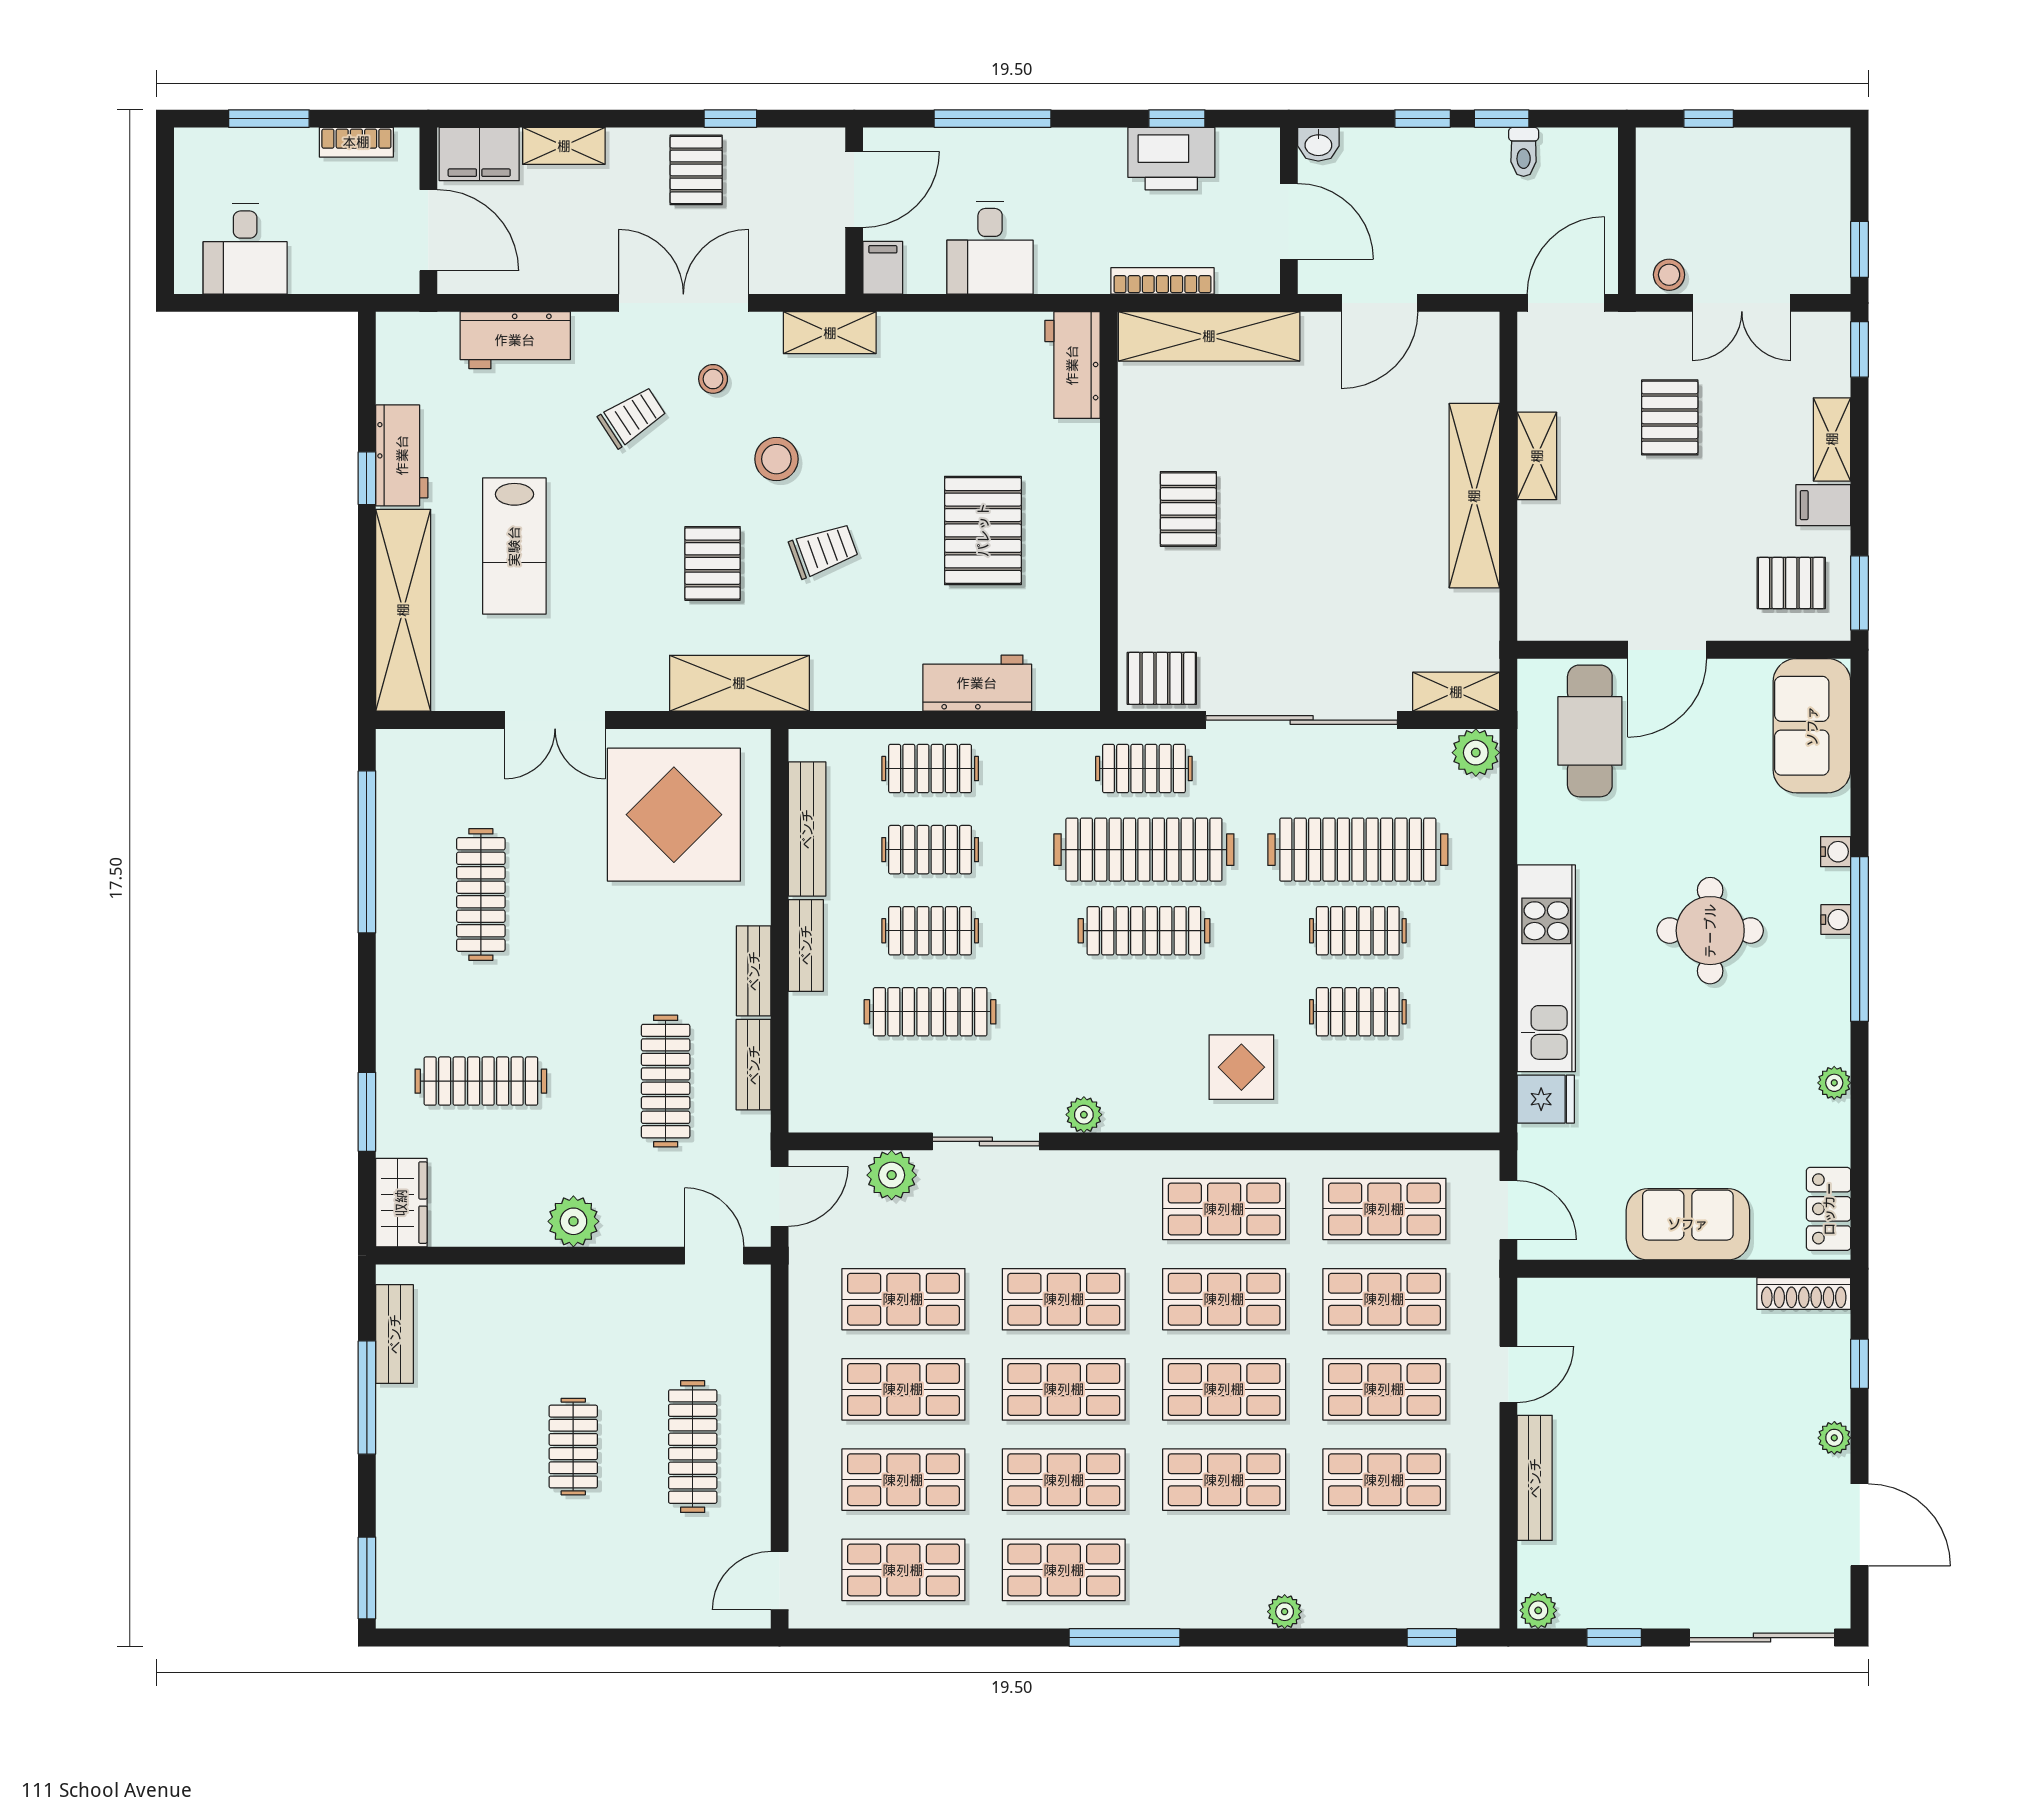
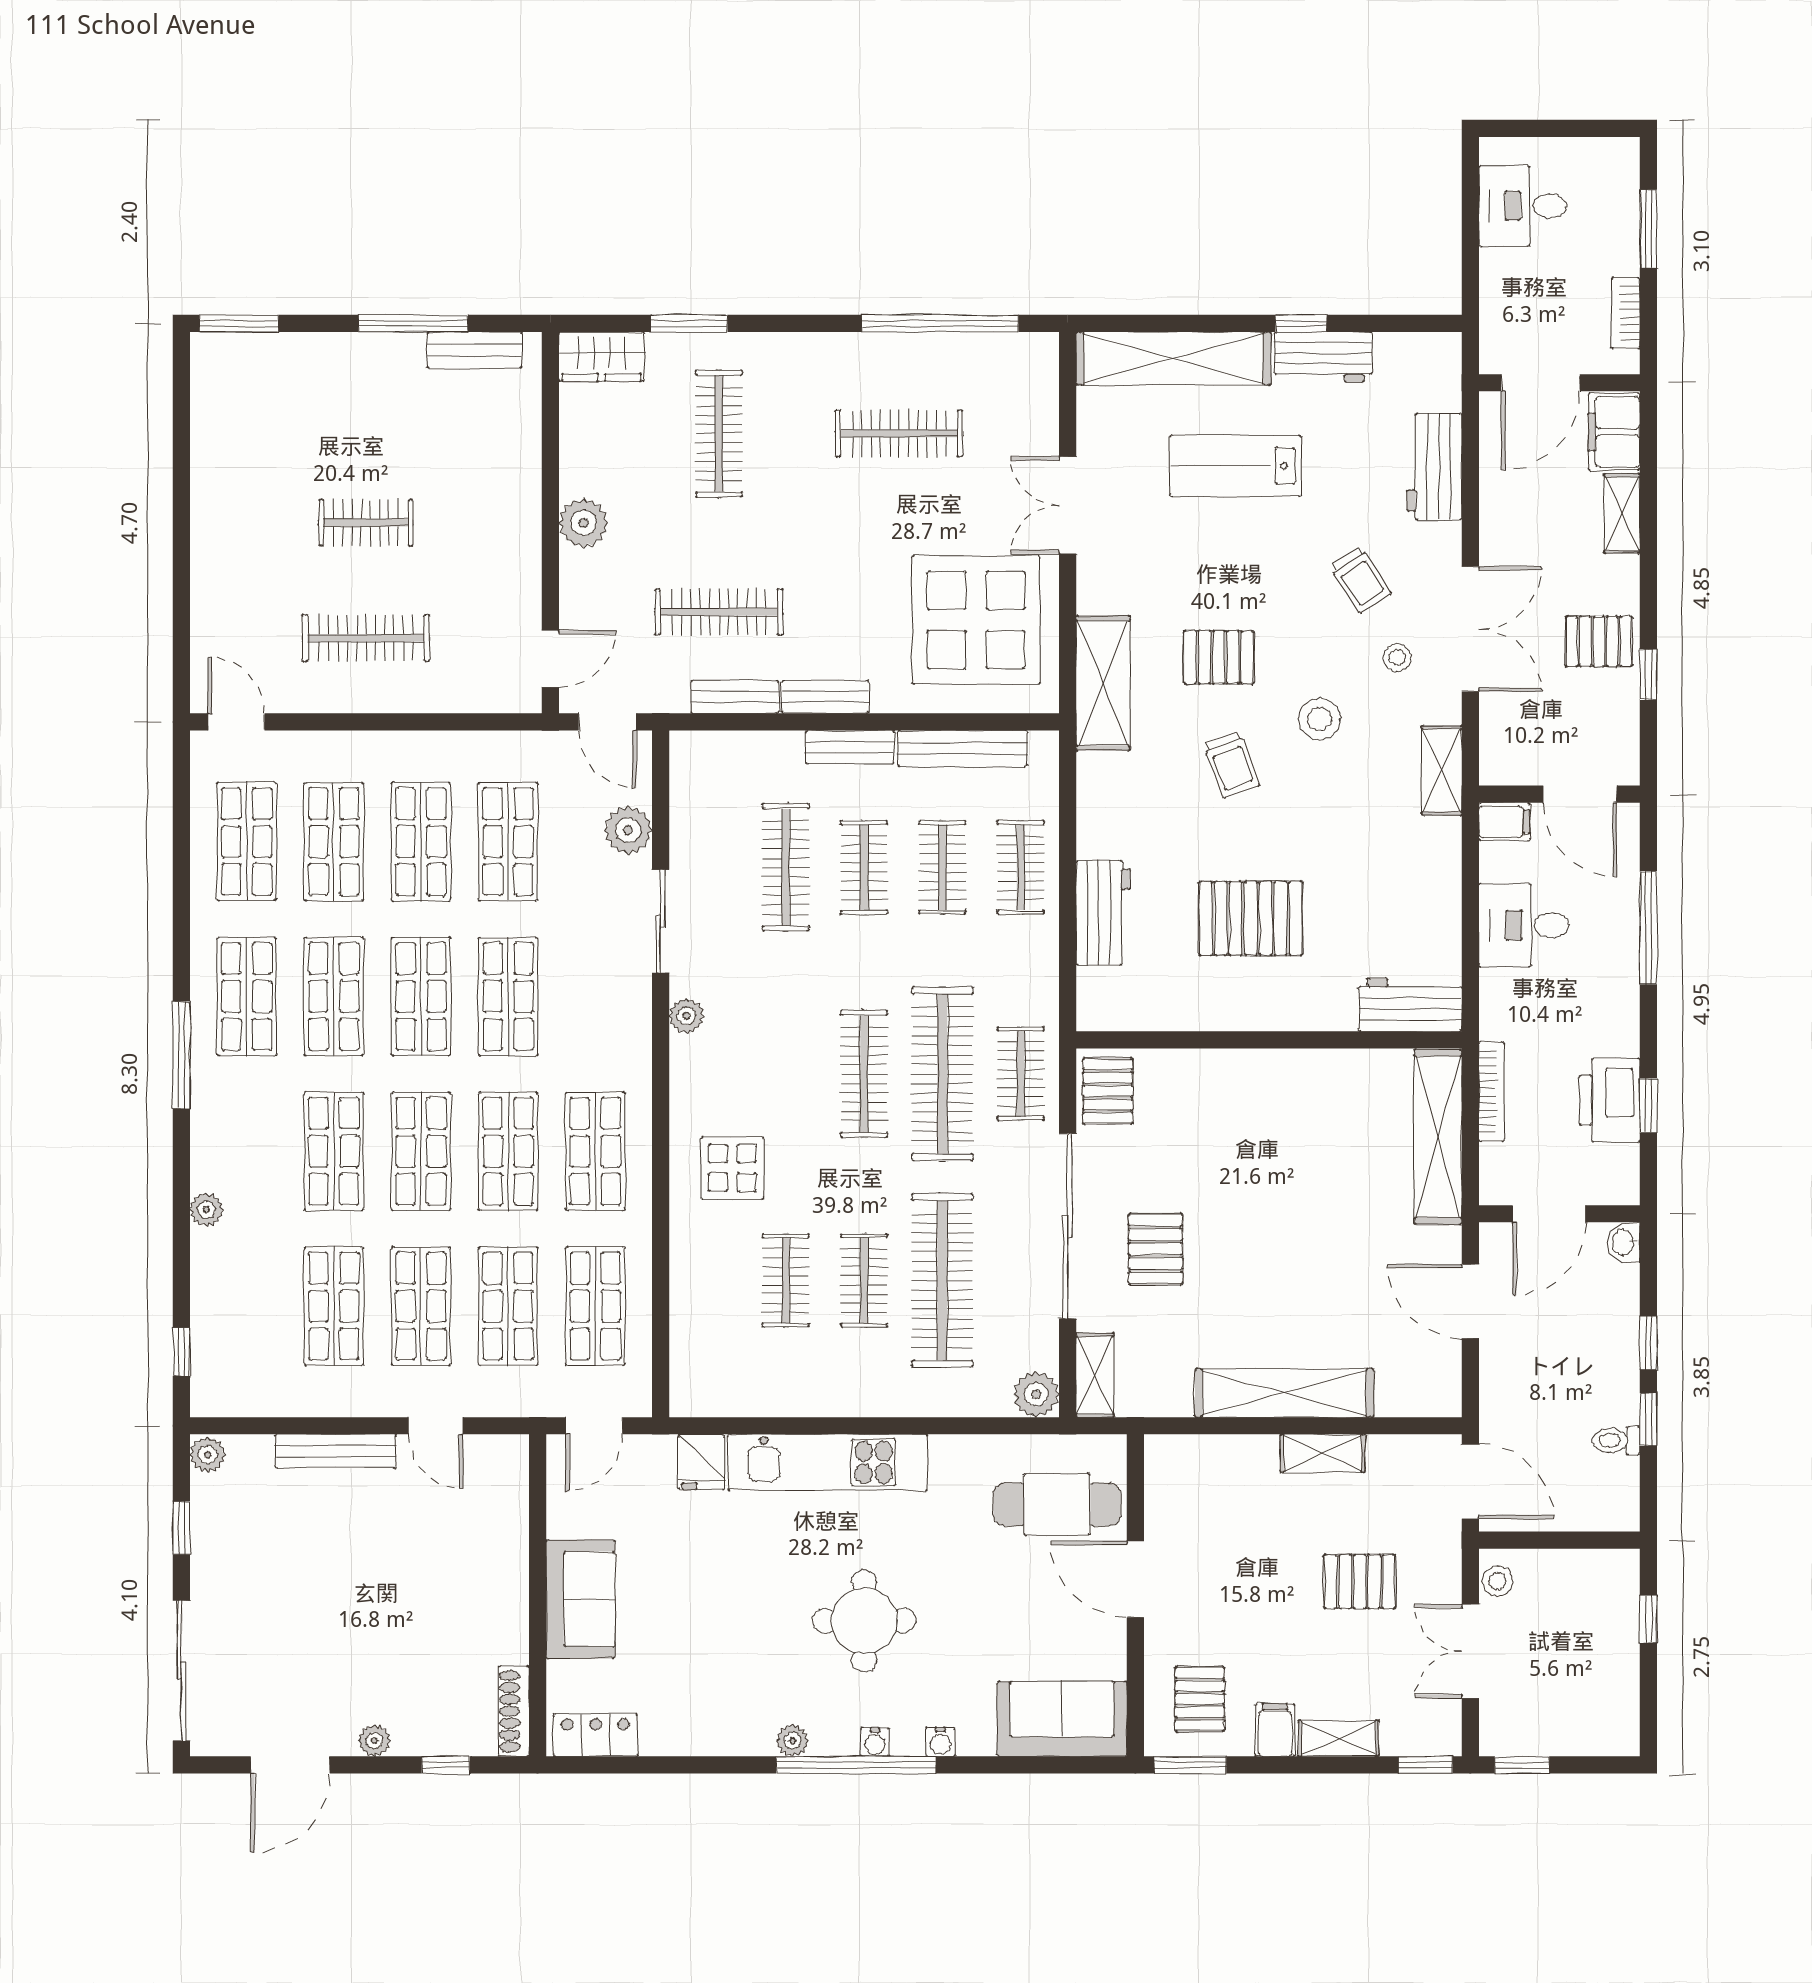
pallet: (1188, 509) -> (1155, 1249), moved, turned 90
plant: (1834, 1083) -> (792, 1741), moved

